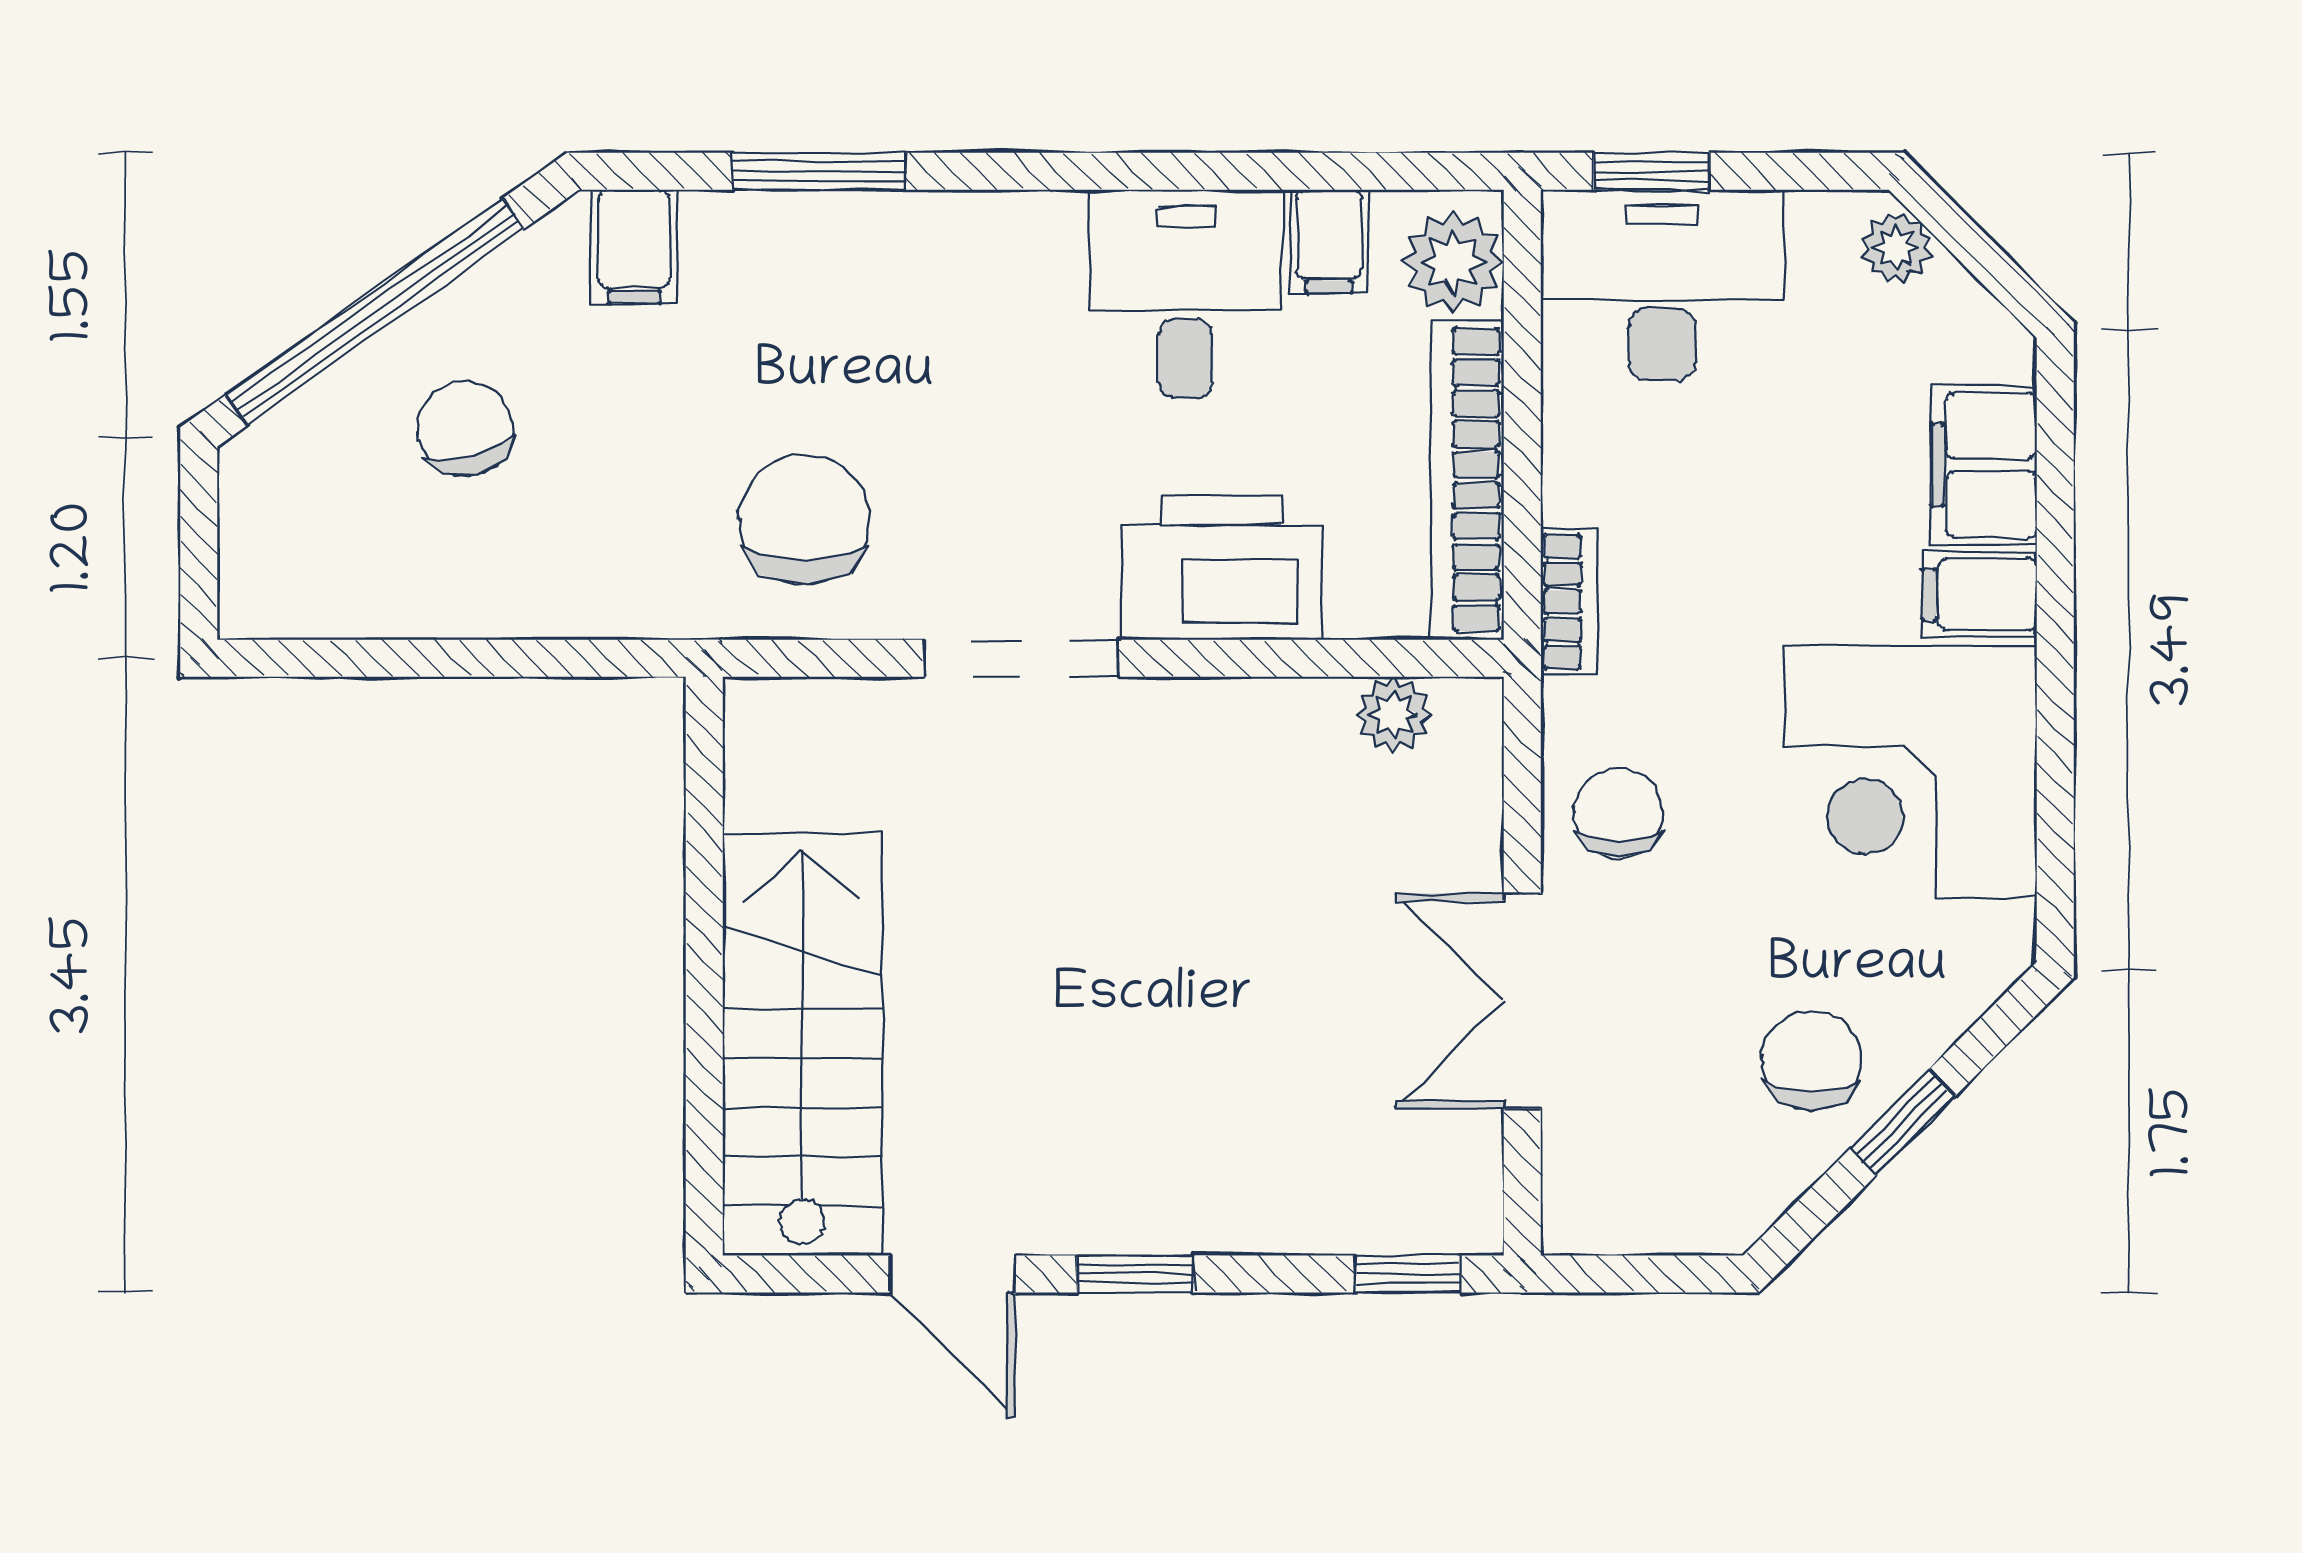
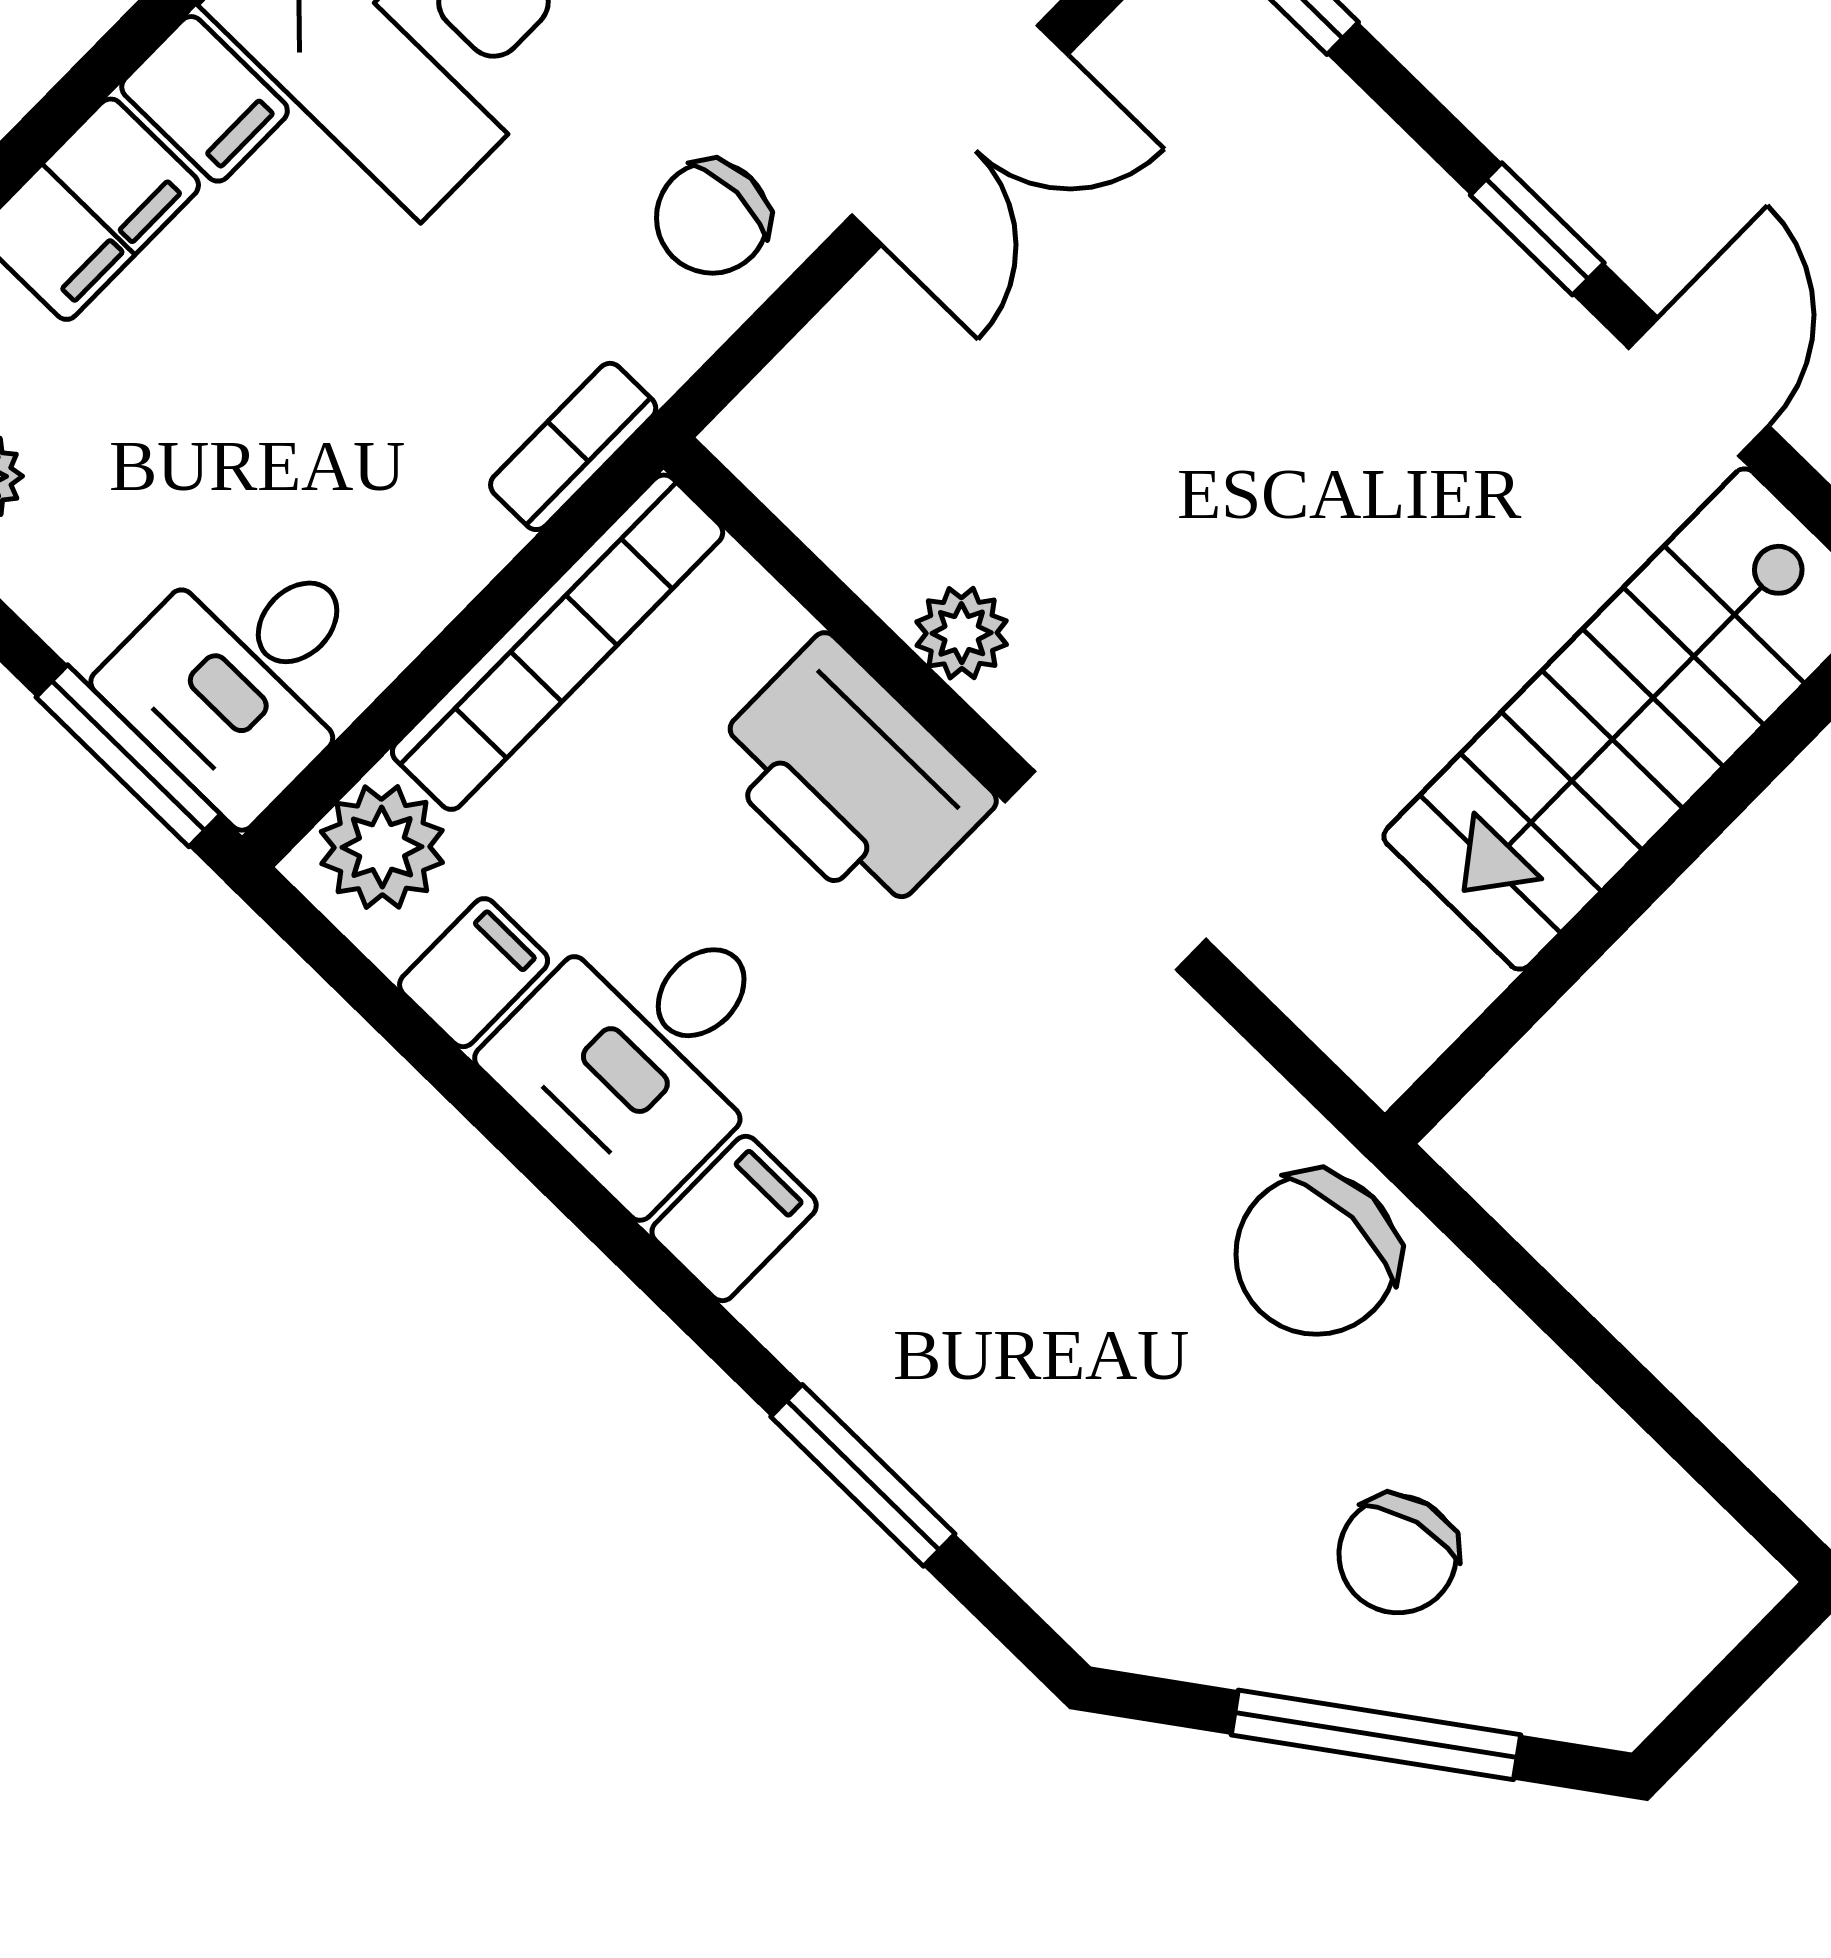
window: (1651, 171) -> (128, 756), width x1.50
filing cabinet: (634, 247) -> (734, 1219), moved
desk: (1662, 285) -> (246, 675), width x0.73
window: (375, 312) -> (1376, 1735), width x0.68
chair: (805, 520) -> (1316, 1254), moved
plant: (1394, 714) -> (962, 633), moved

